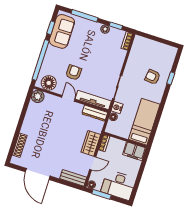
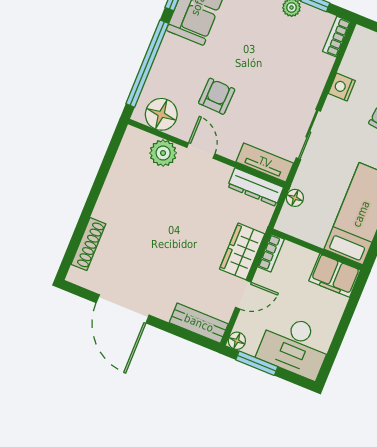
plant: (38, 96) -> (163, 153), moved
tv unit: (93, 100) -> (265, 162), width x0.71
nightstand: (117, 108) -> (342, 87), moved

